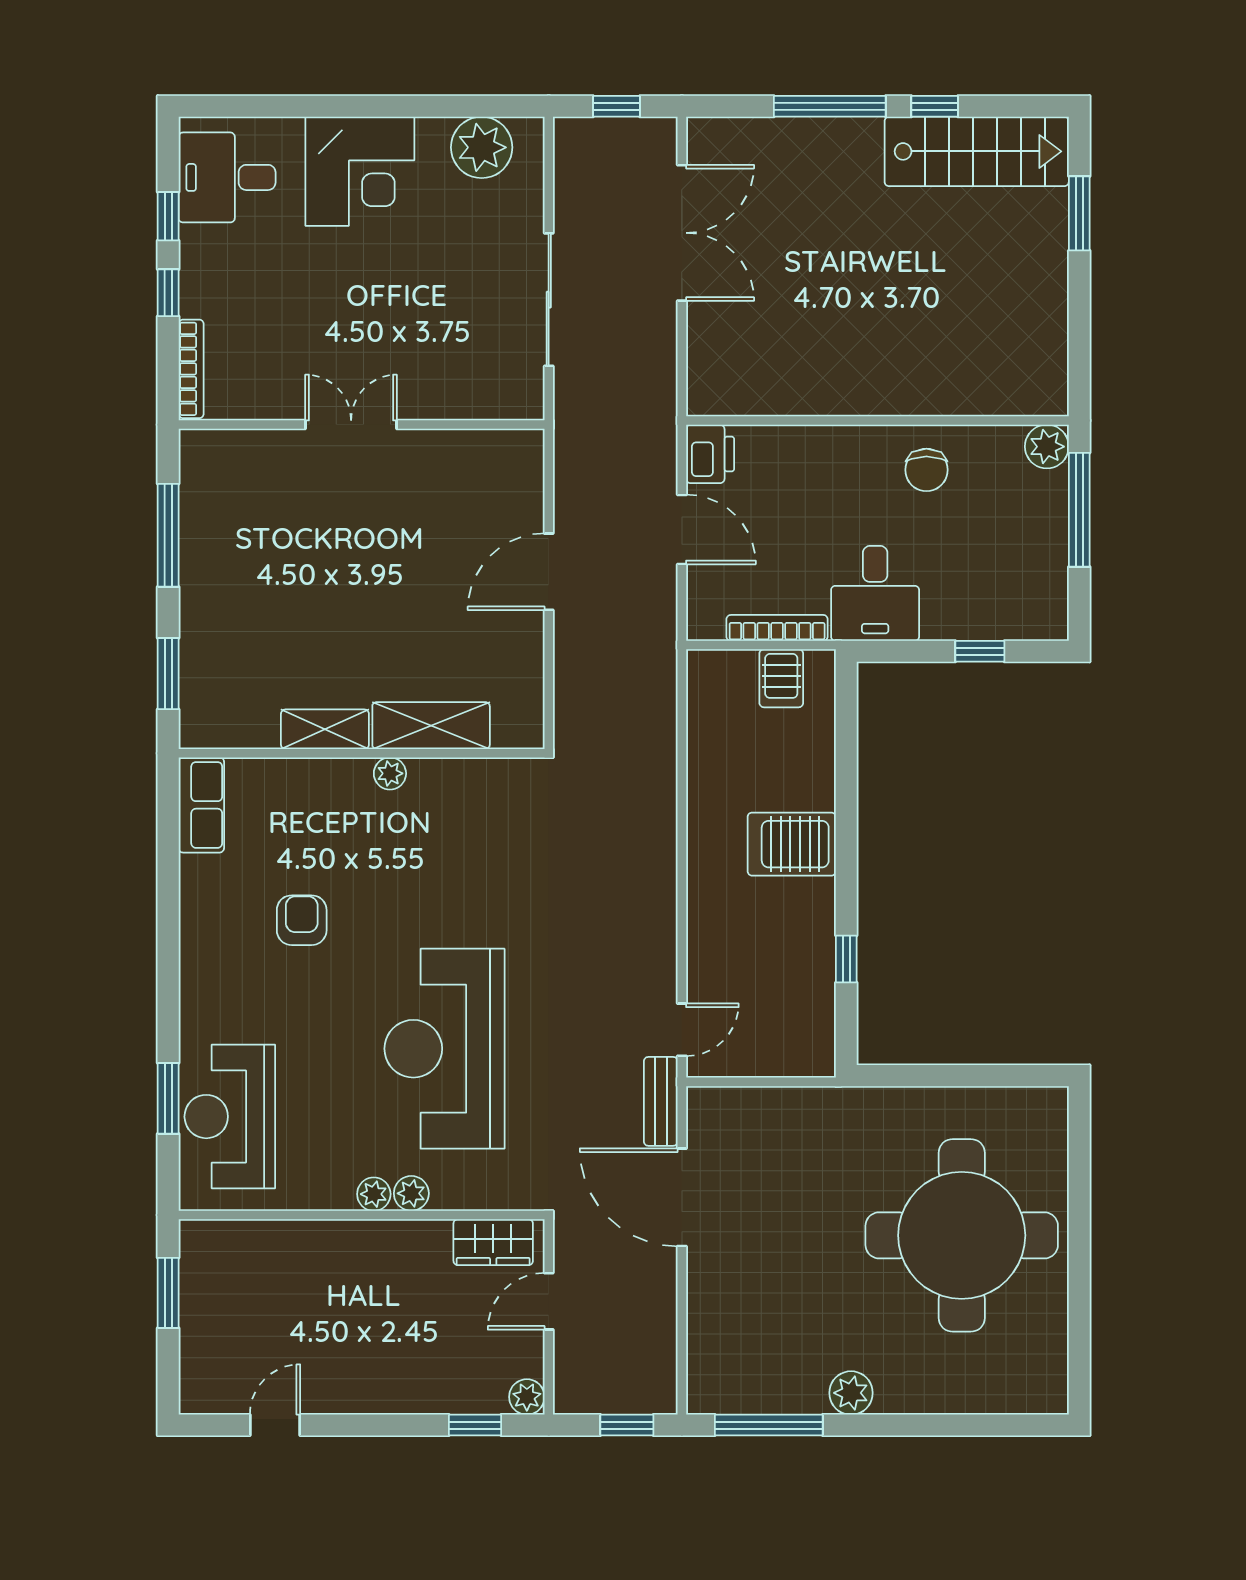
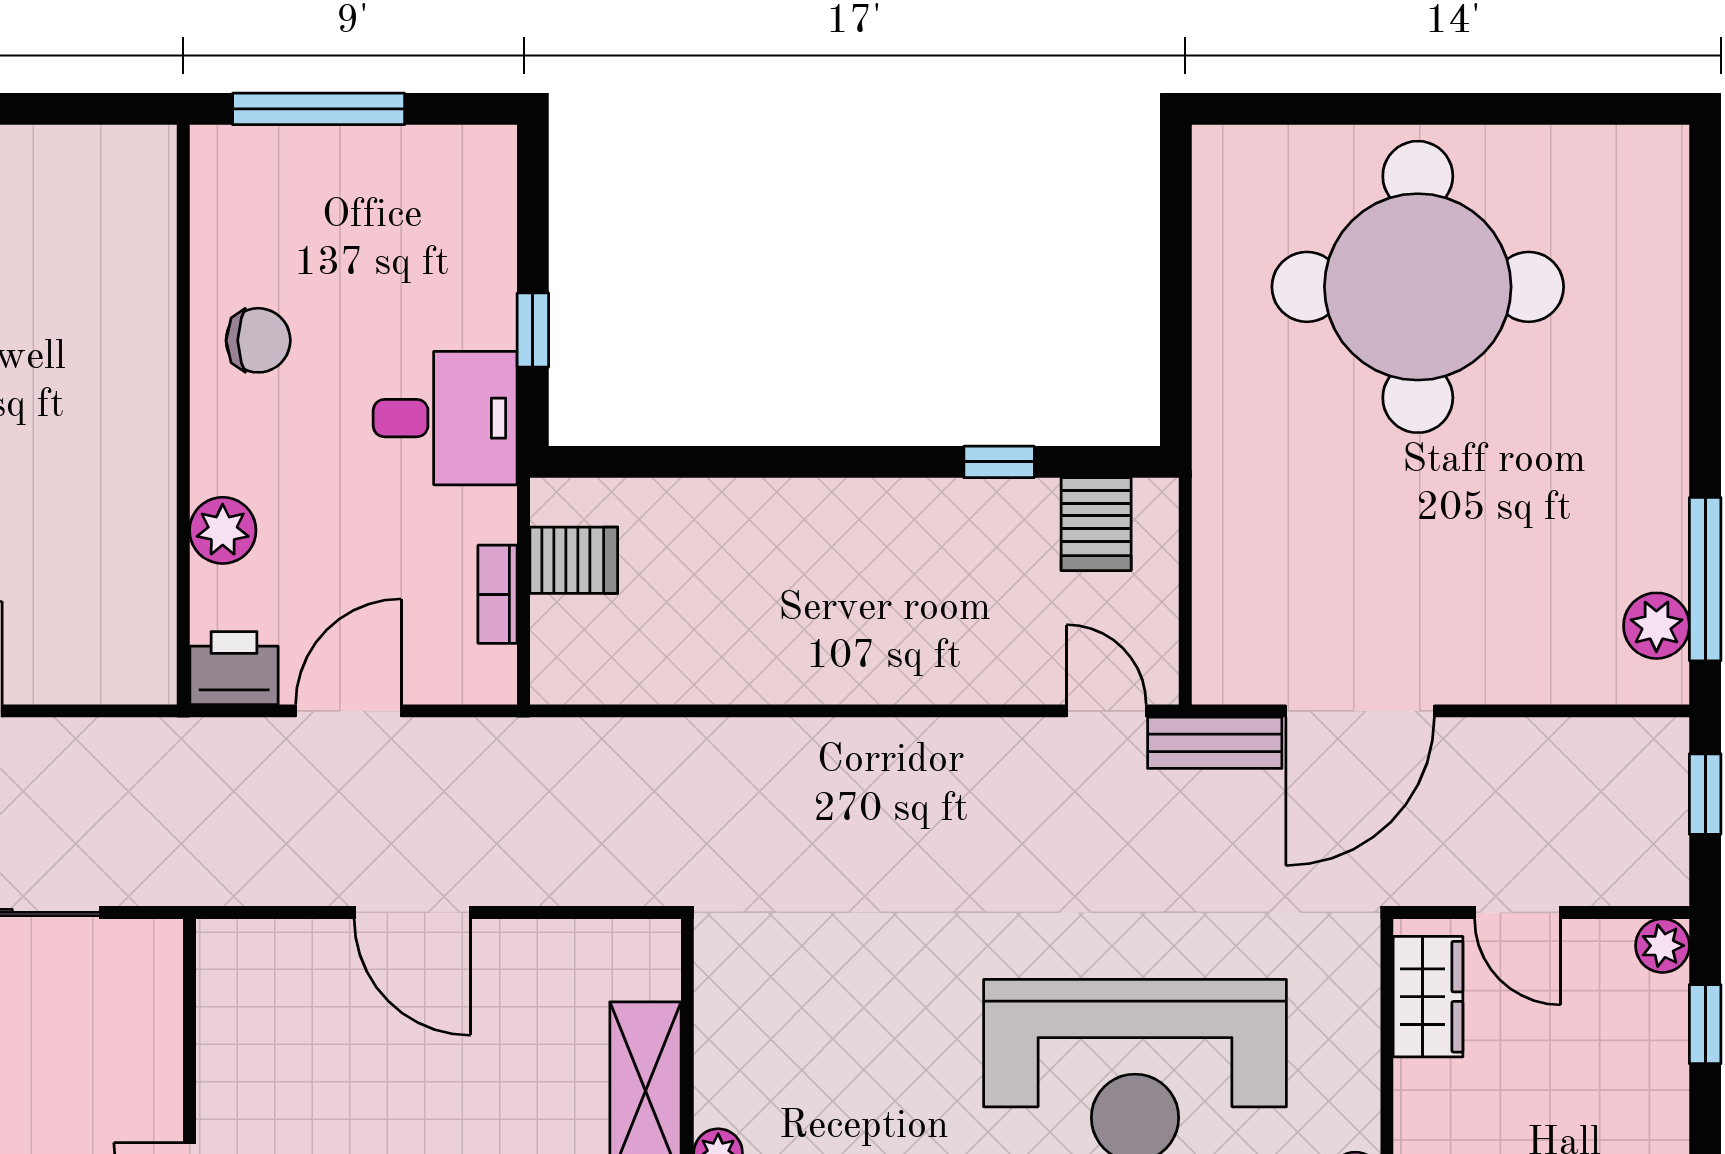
plant: (1047, 447) -> (223, 530), moved
bookcase: (777, 628) -> (498, 594), width x0.64
window: (980, 651) -> (533, 330), moved
server rack: (792, 844) -> (1096, 524), moved, width x0.73, depth x0.70
plant: (411, 1193) -> (1354, 1121), removed
plant: (851, 1393) -> (1656, 626), moved

